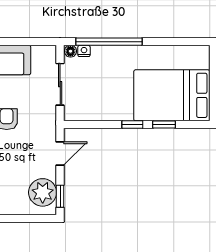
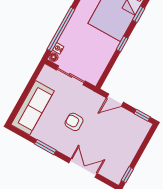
window: (164, 125) -> (139, 14), moved
door: (60, 154) -> (115, 100), swing flipped
plant: (43, 192) -> (133, 125), removed

